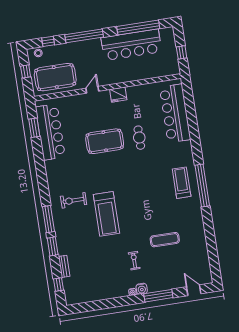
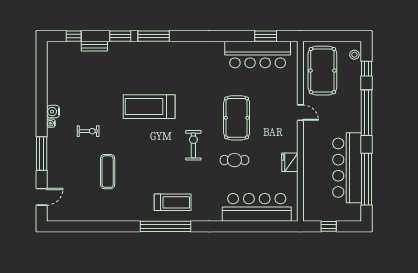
window: (26, 71) -> (335, 36), removed
fridge: (118, 95) -> (290, 162), moved
exercise bike: (74, 200) -> (193, 145), moved
water cooler: (142, 289) -> (53, 112), moved

